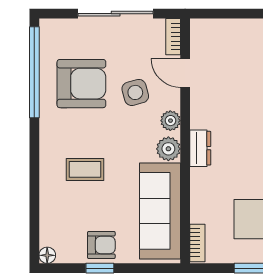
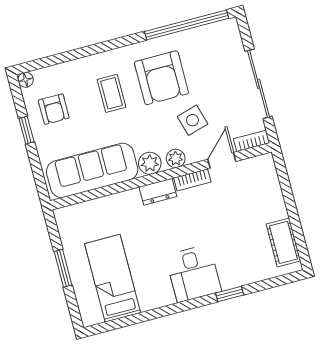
armchair: (81, 84) -> (161, 78), moved
bookcase: (197, 243) -> (192, 180), moved
armchair: (101, 245) -> (54, 109), moved

